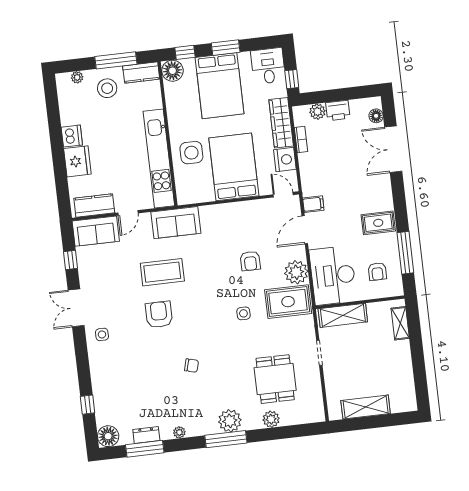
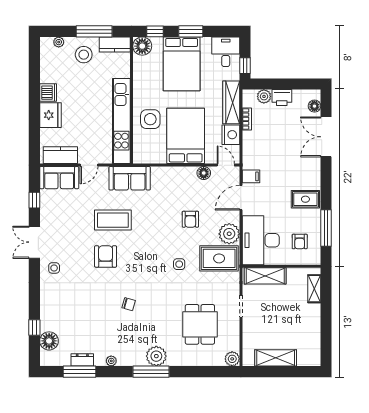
floor lamp: (259, 207) -> (204, 173), added
plant: (271, 419) -> (232, 359), moved
floor lamp: (108, 436) -> (49, 341), moved

